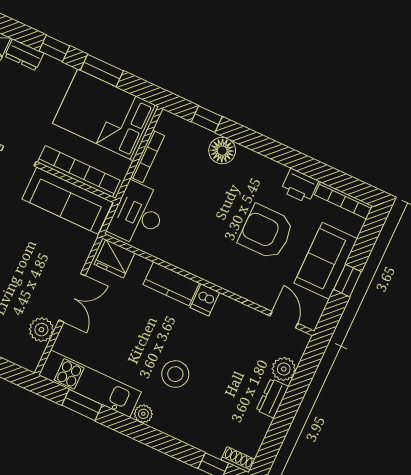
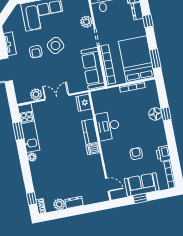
window: (102, 70) -> (155, 59), moved
window: (207, 119) -> (166, 114), moved
desk: (138, 214) -> (108, 126), moved, turned -90
armchair: (266, 232) -> (136, 154), width x0.53, depth x0.53
double door: (72, 298) -> (57, 97), swing flipped
door: (284, 320) -> (107, 185), hinge flipped
plant: (284, 369) -> (59, 204), moved
stool: (175, 374) -> (56, 158), removed

